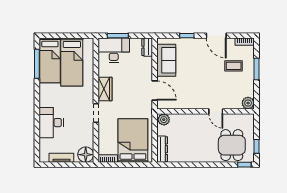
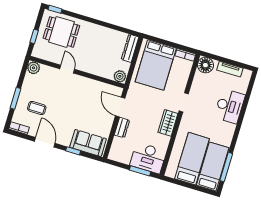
dresser: (147, 47) -> (122, 128), moved
sofa: (166, 60) -> (88, 143), moved, turned 90
dining table: (232, 145) -> (61, 32), turned 90
window: (257, 146) -> (34, 36), moved

